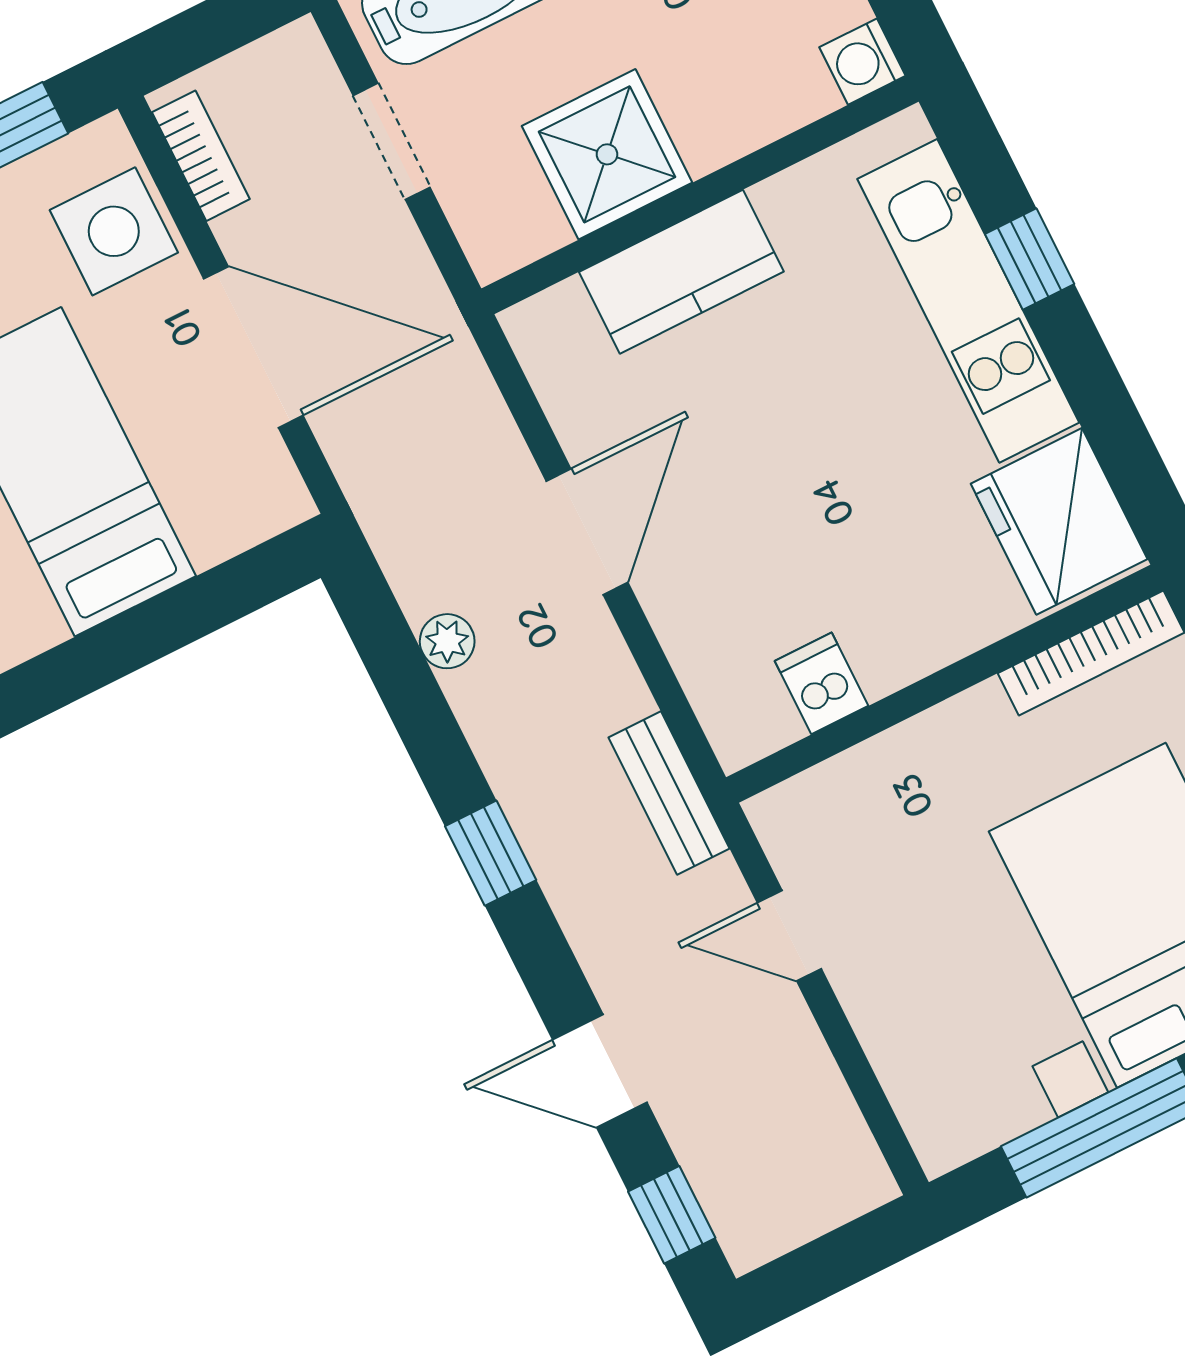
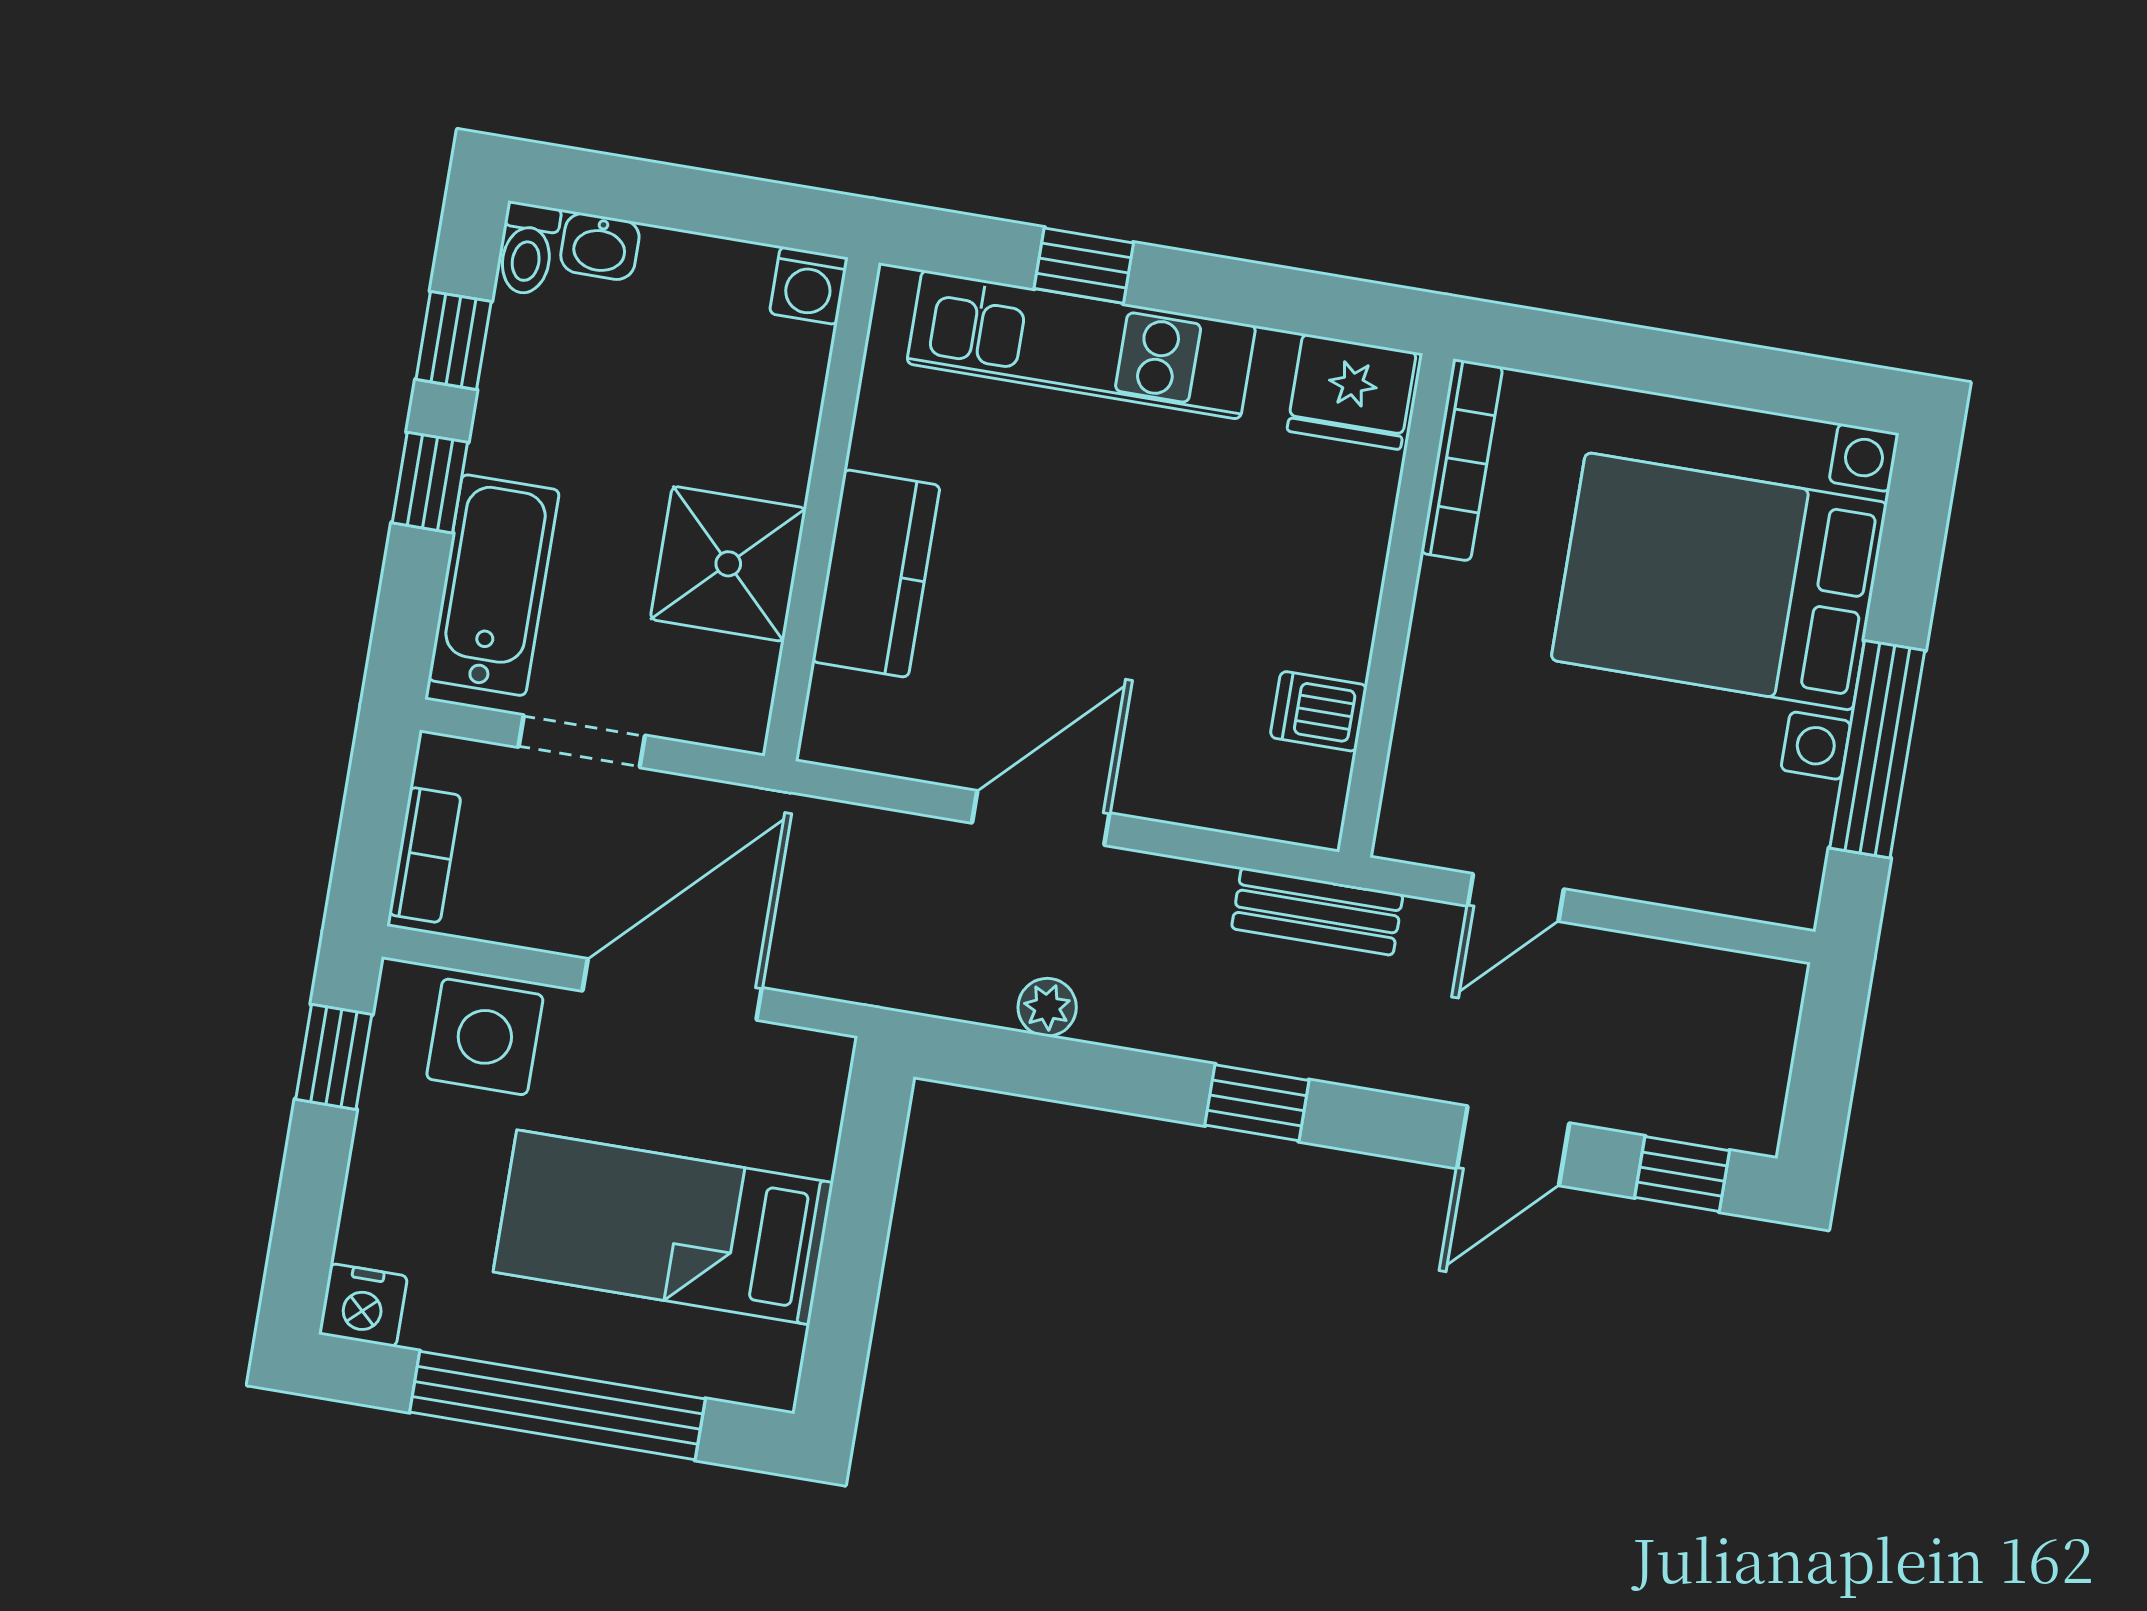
bookcase: (201, 156) -> (425, 855), moved, turned 90
fridge: (1059, 521) -> (1352, 392), width x0.73, depth x0.75
door: (587, 532) -> (1041, 818), hinge flipped

